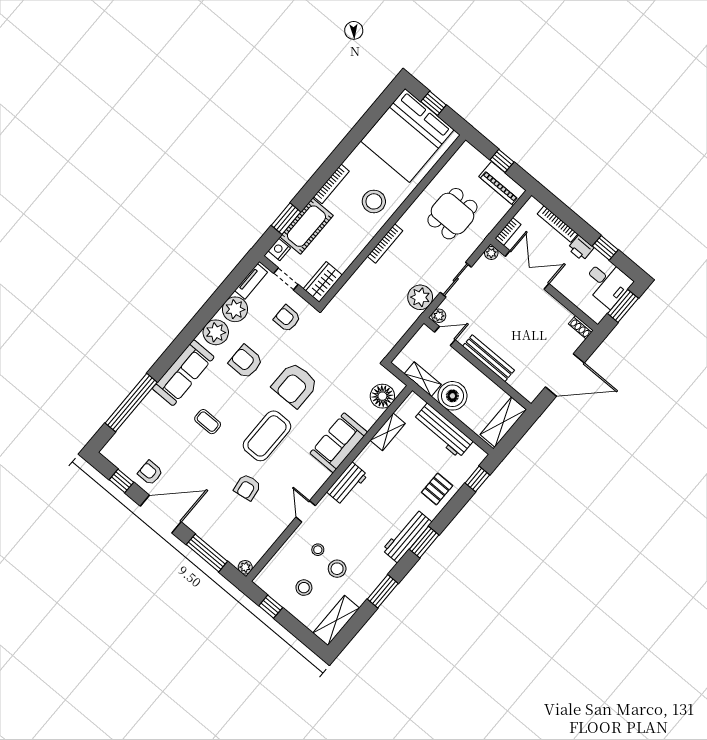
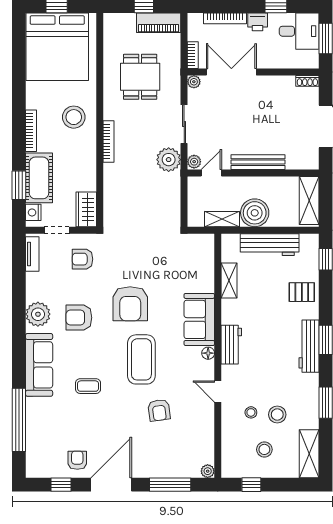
plant: (235, 309) -> (38, 285), removed
floor lamp: (382, 396) -> (208, 353), moved, width x0.53, depth x0.53
armchair: (150, 473) -> (77, 460), turned 90
pallet: (437, 489) -> (302, 292), turned 90

